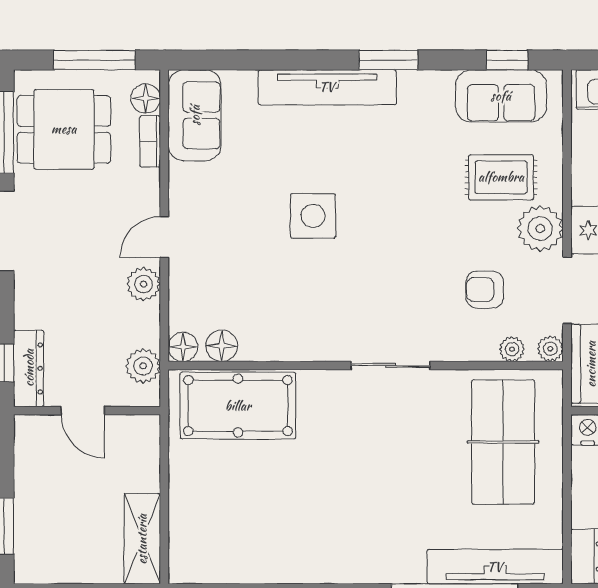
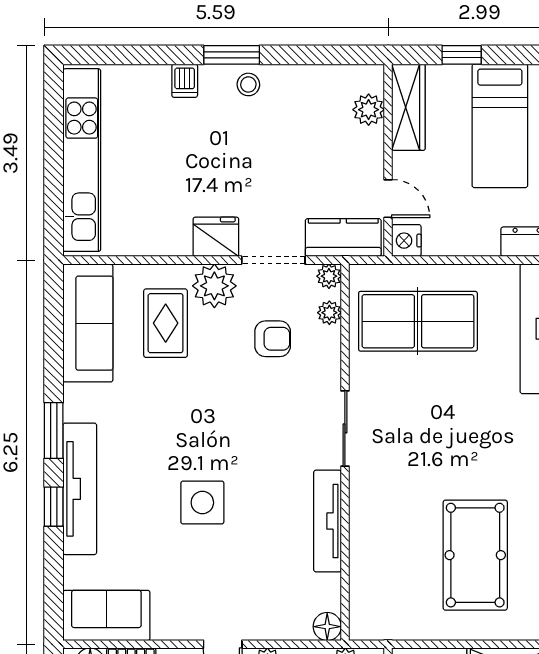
window: (507, 60) -> (54, 507), moved
sofa: (501, 96) -> (88, 323), width x1.36
armchair: (485, 290) -> (273, 339), turned -90
floor lamp: (222, 346) -> (326, 590), removed
tv unit: (294, 347) -> (328, 521), added
pool table: (238, 406) -> (475, 555), moved

